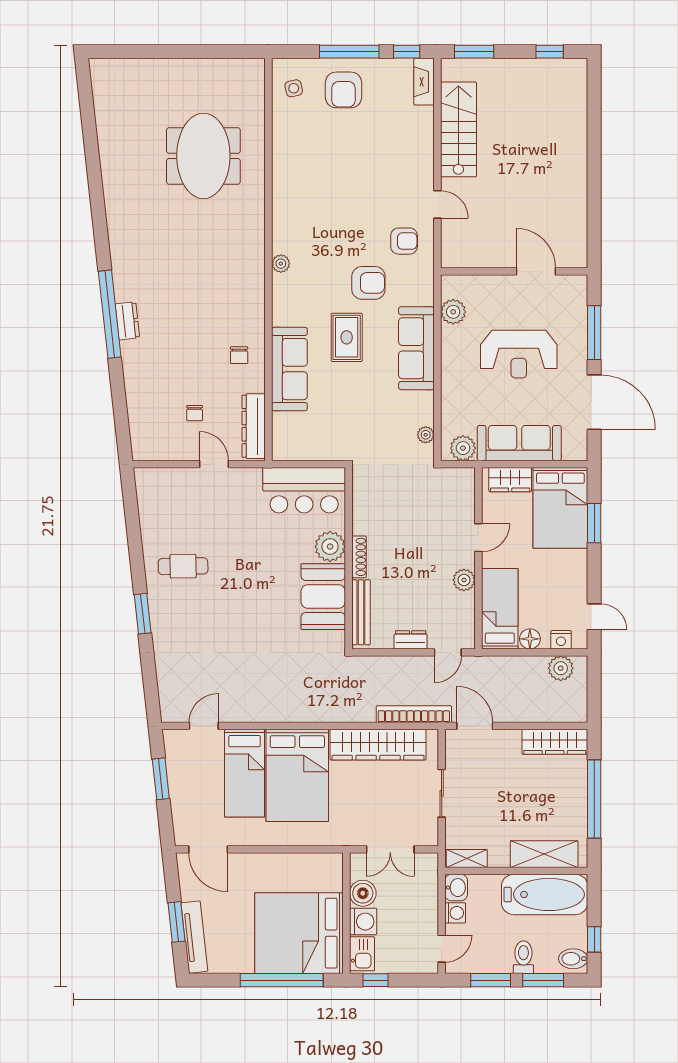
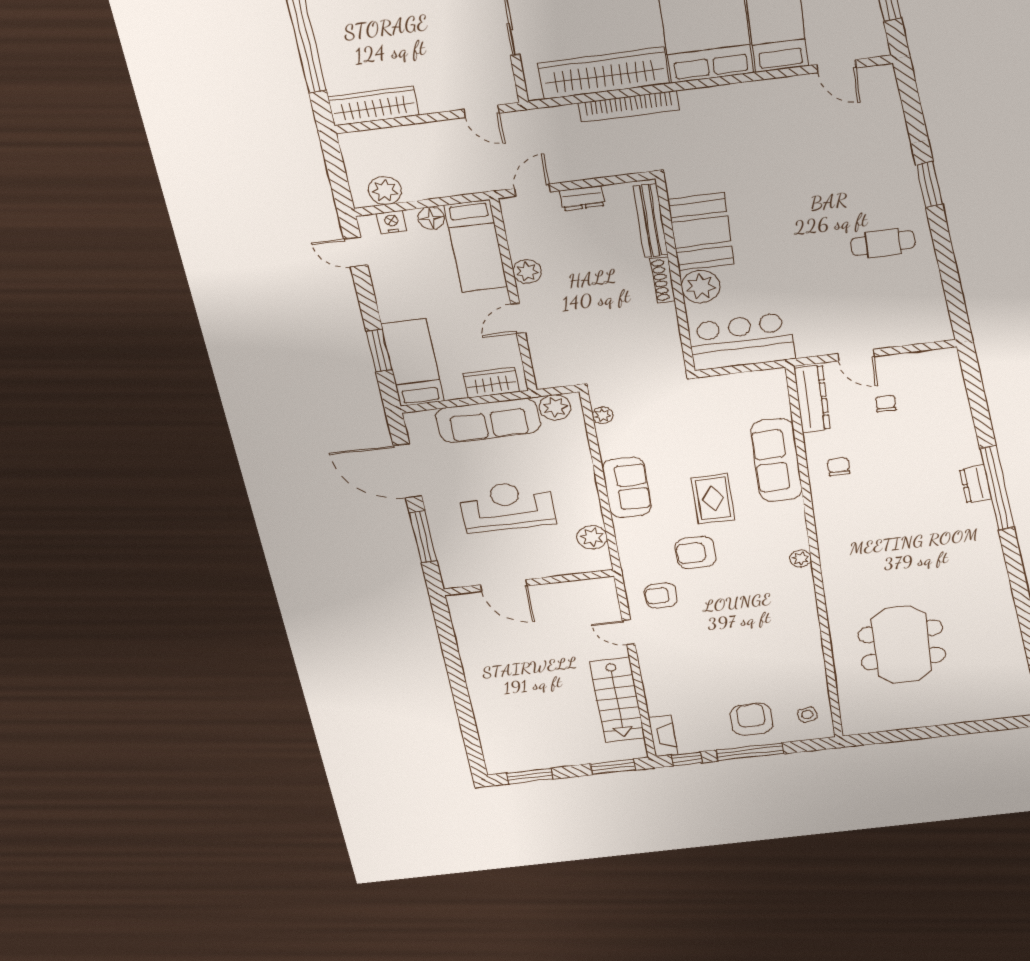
window: (550, 52) -> (530, 776), width x1.50
sofa: (416, 348) -> (627, 488), width x0.73
bed: (560, 508) -> (413, 363), width x0.67
bookcase: (414, 714) -> (629, 106), moved
door: (204, 726) -> (836, 66), hinge flipped
door: (475, 726) -> (481, 111), width x0.73

